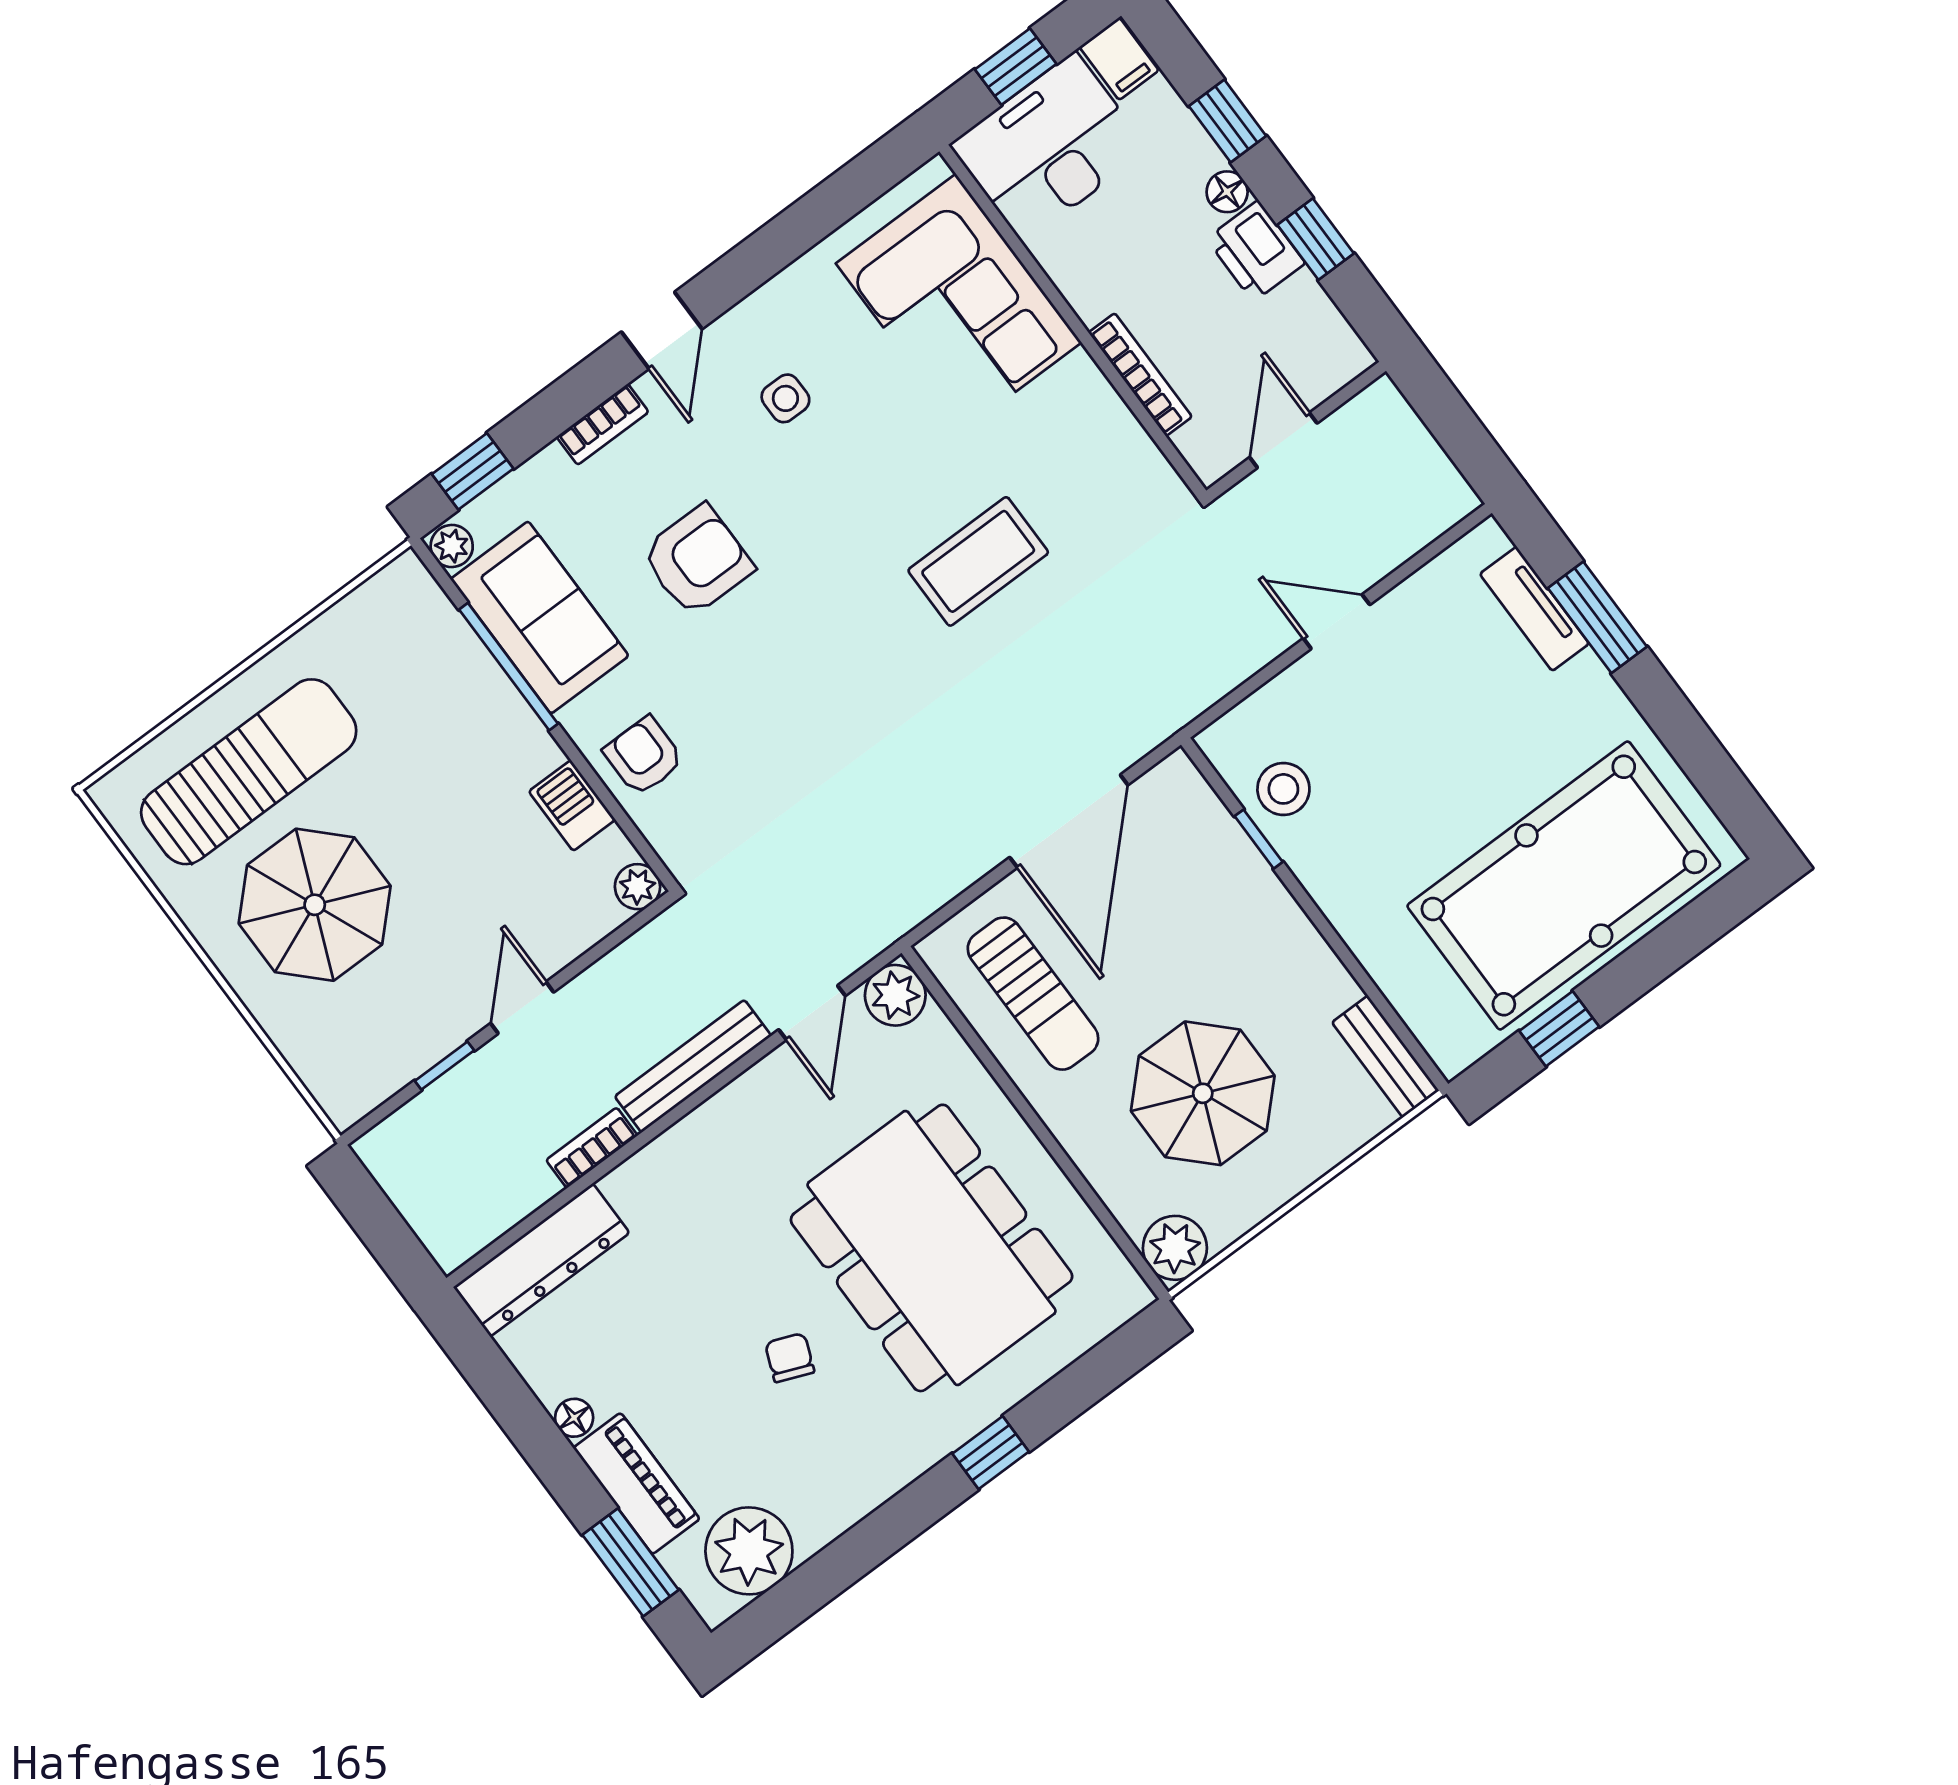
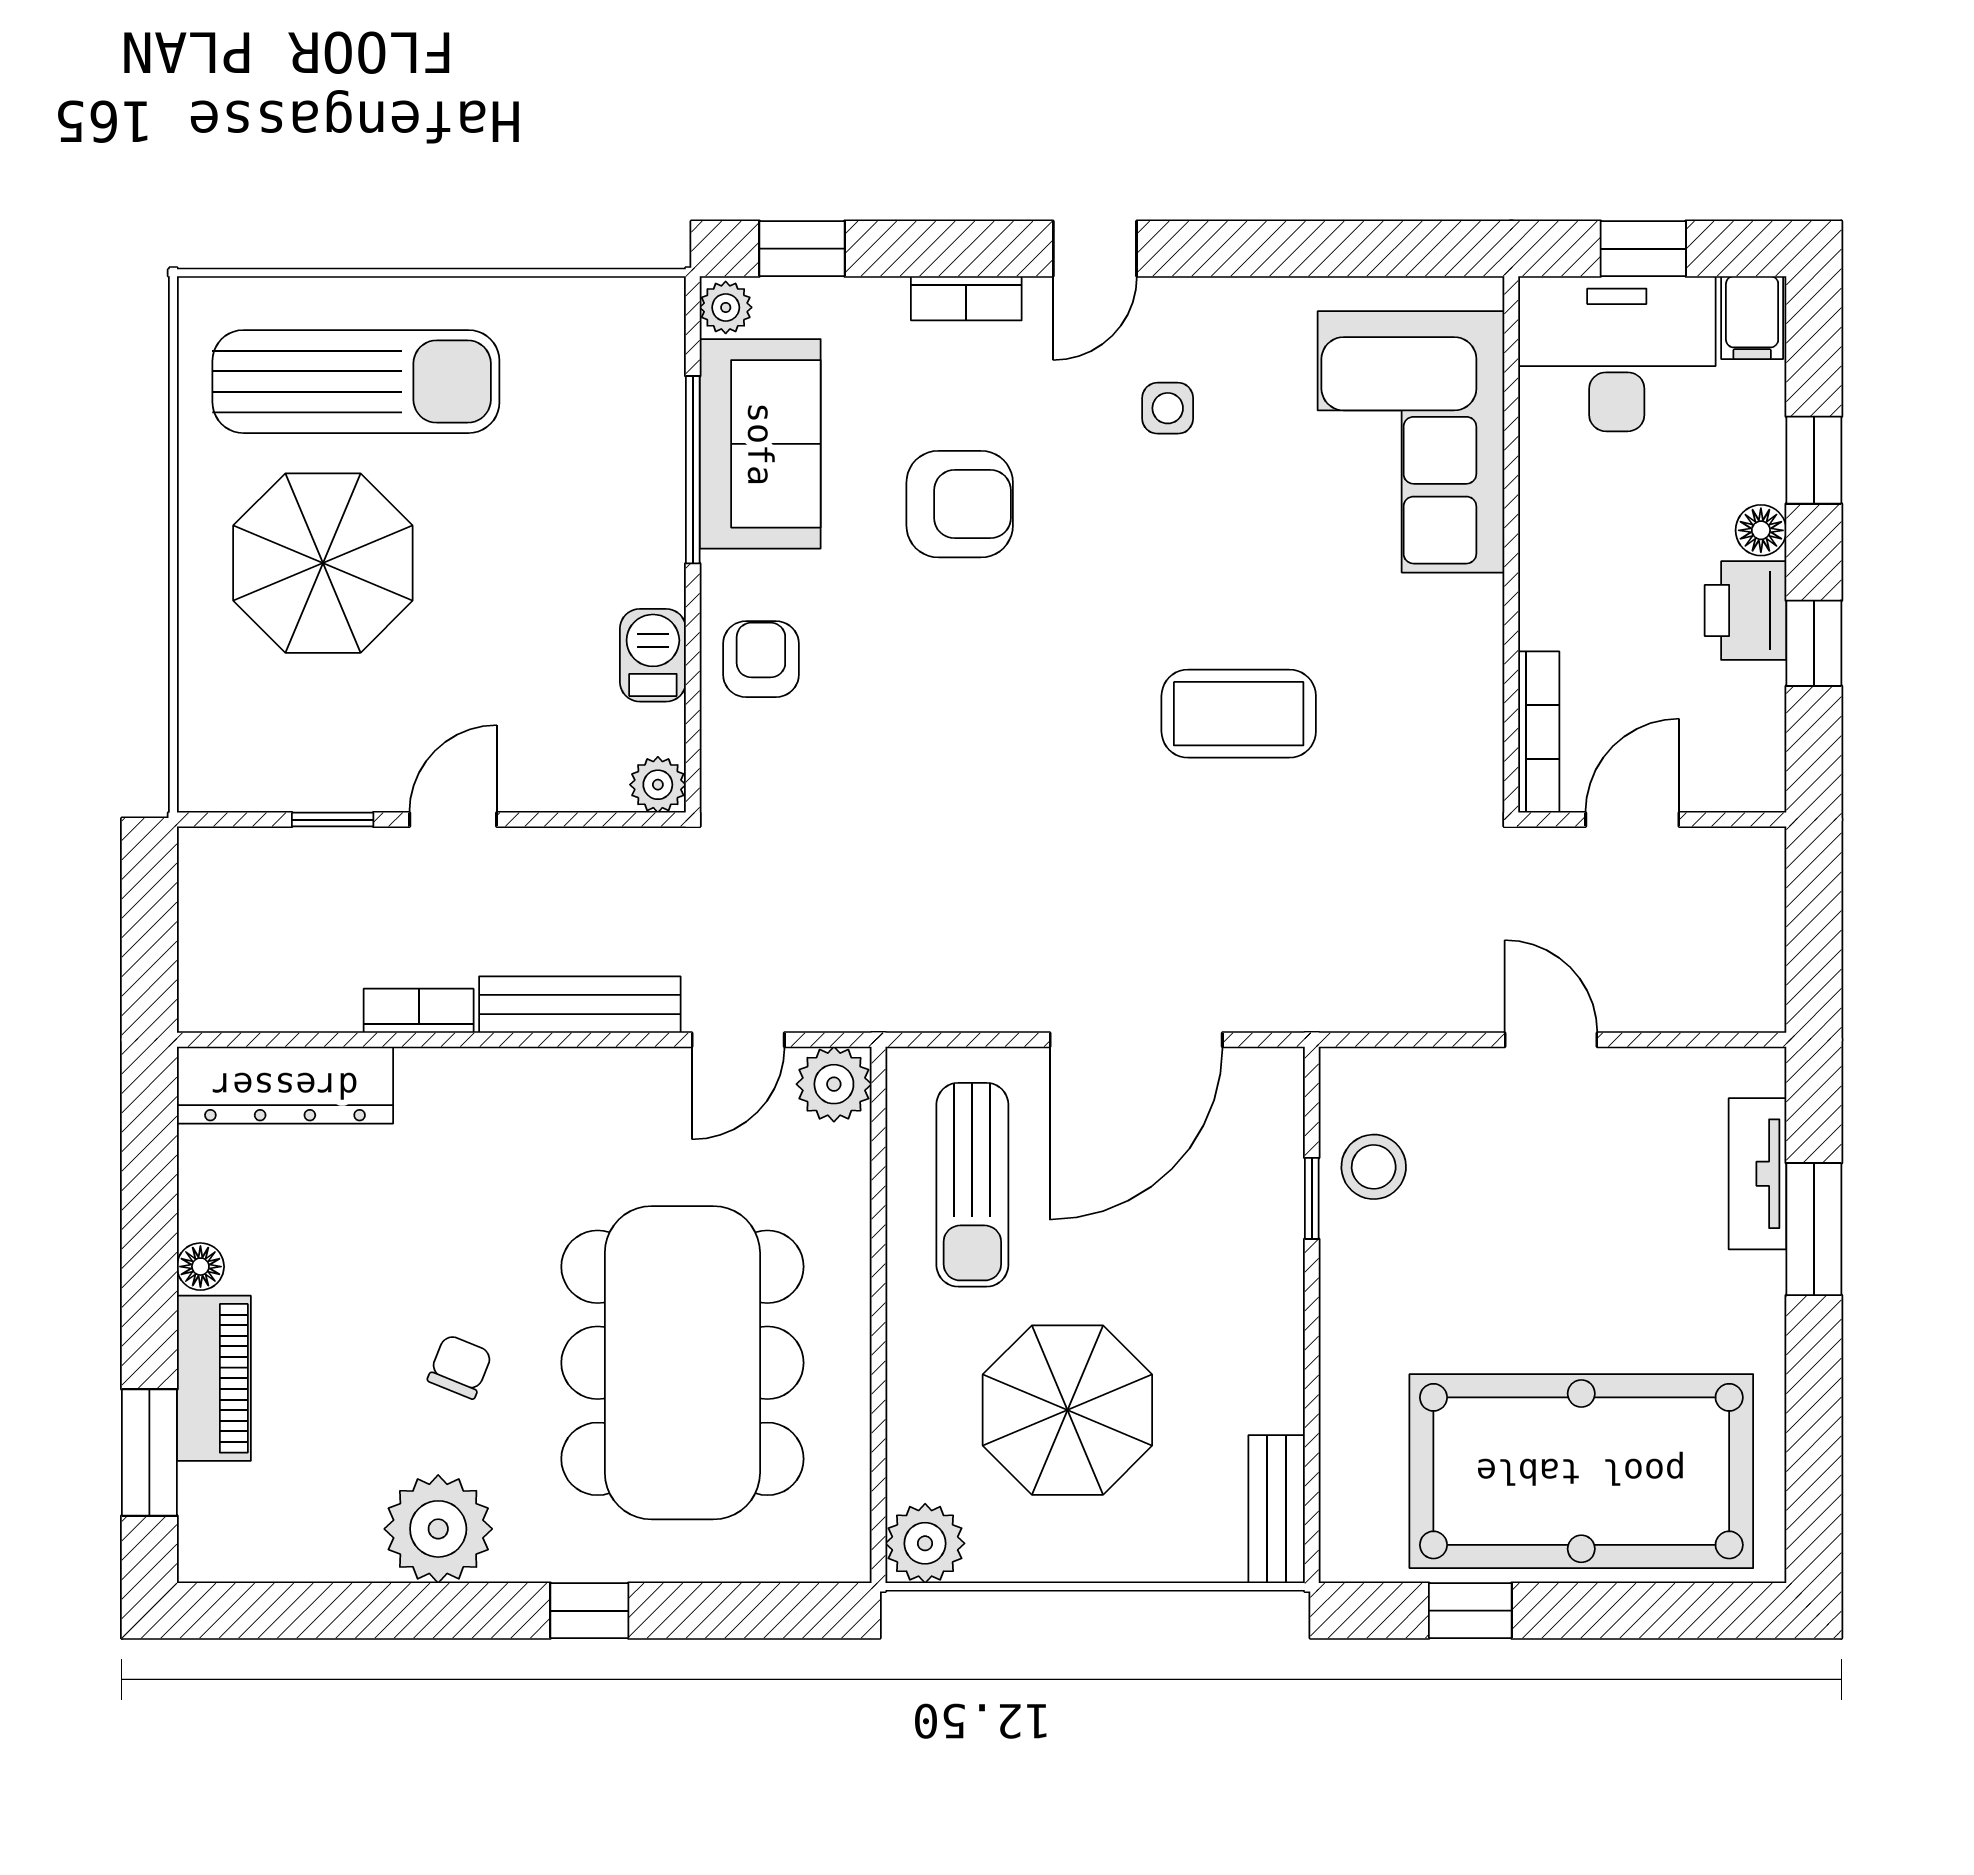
bookcase: (1140, 375) -> (1539, 732), moved
plant: (749, 1551) -> (438, 1529), moved

